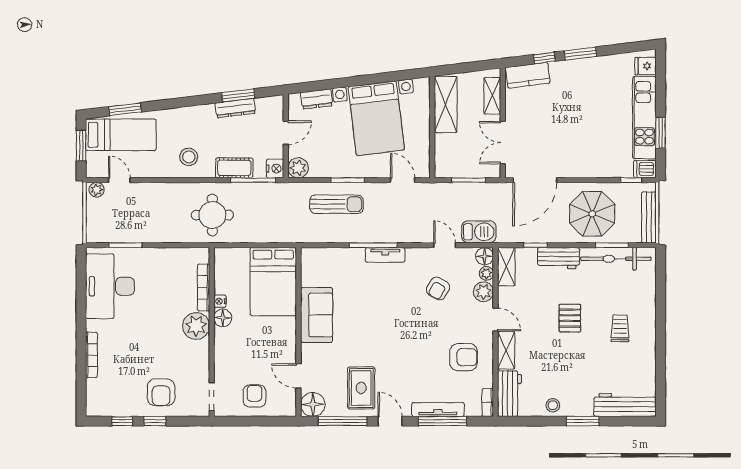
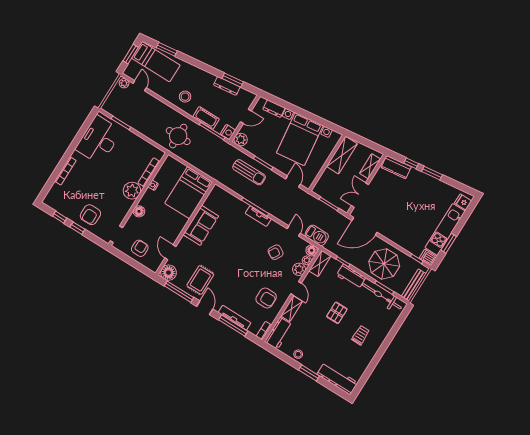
floor lamp: (223, 318) -> (139, 211), moved

